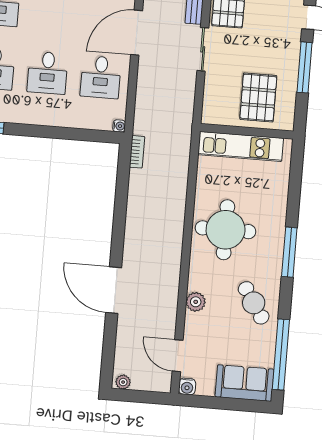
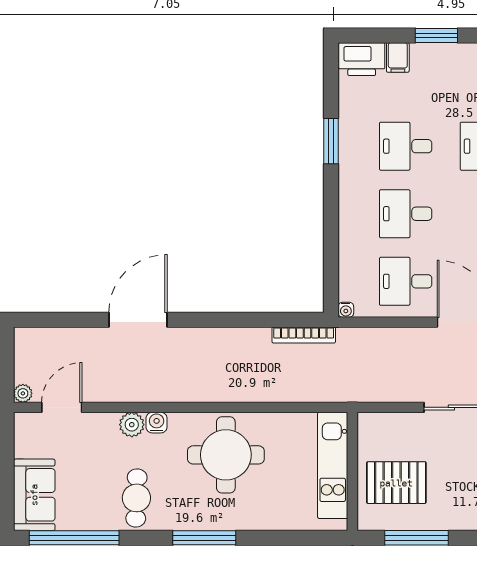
window: (305, 67) -> (416, 538), moved
bookcase: (137, 152) -> (304, 335), width x1.56
cafe table: (254, 303) -> (136, 498), turned -55
plant: (123, 382) -> (23, 393), moved
water cooler: (187, 386) -> (157, 423), moved, turned 90

